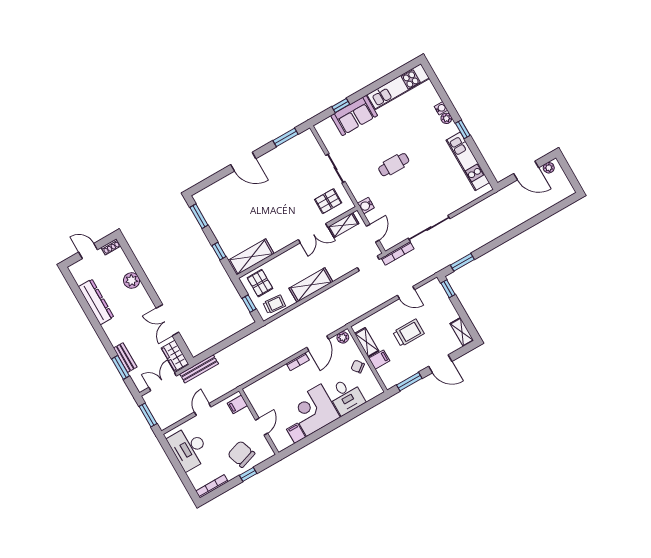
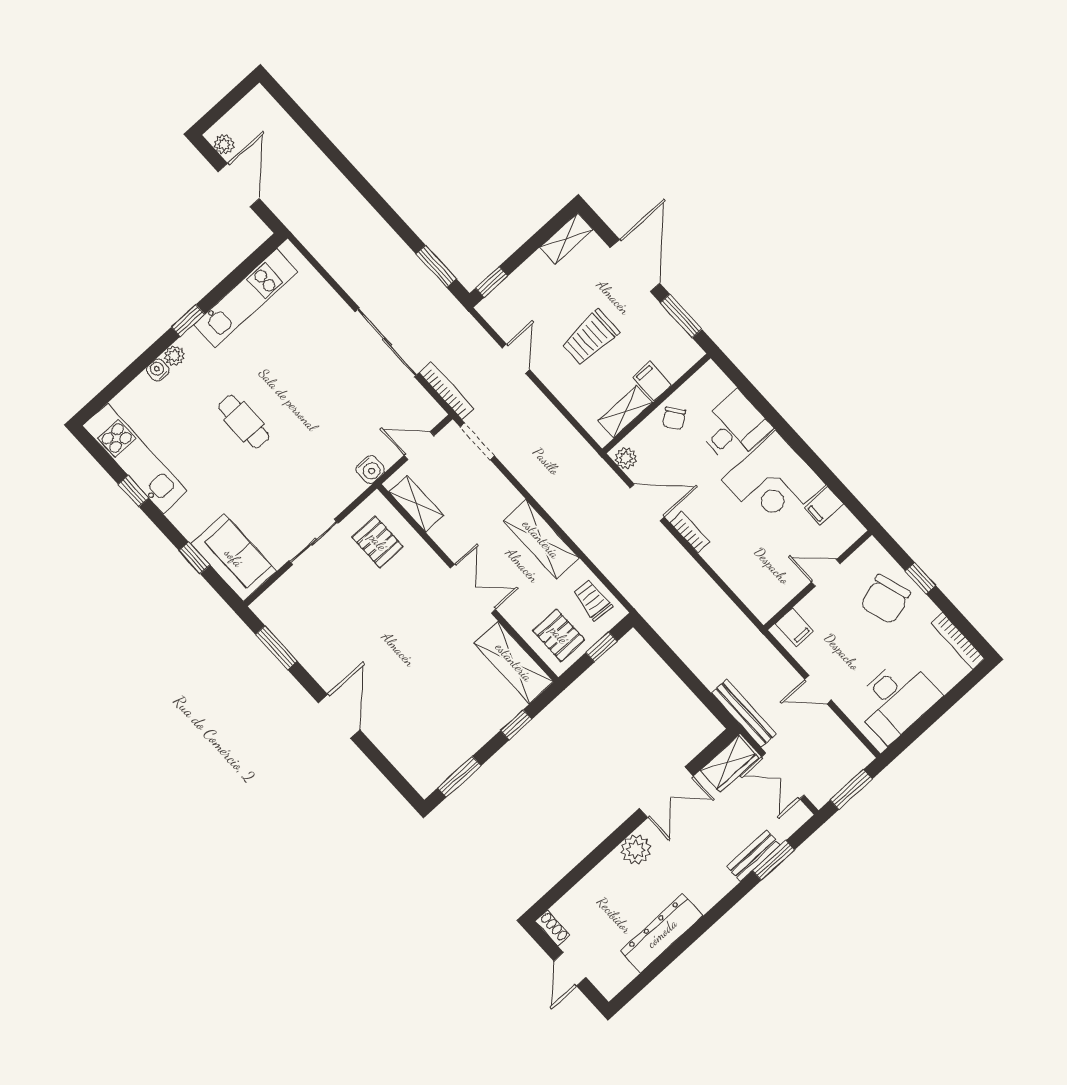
window: (382, 82) -> (133, 491), added
sofa: (354, 116) -> (234, 558), moved
cafe table: (394, 165) -> (244, 422), moved
double door: (313, 233) -> (473, 589), moved
plant: (132, 281) -> (636, 850), moved
pallet: (260, 283) -> (559, 635), turned 90
trolley: (408, 333) -> (590, 338), turned -90
door: (440, 364) -> (635, 266), width x1.36

